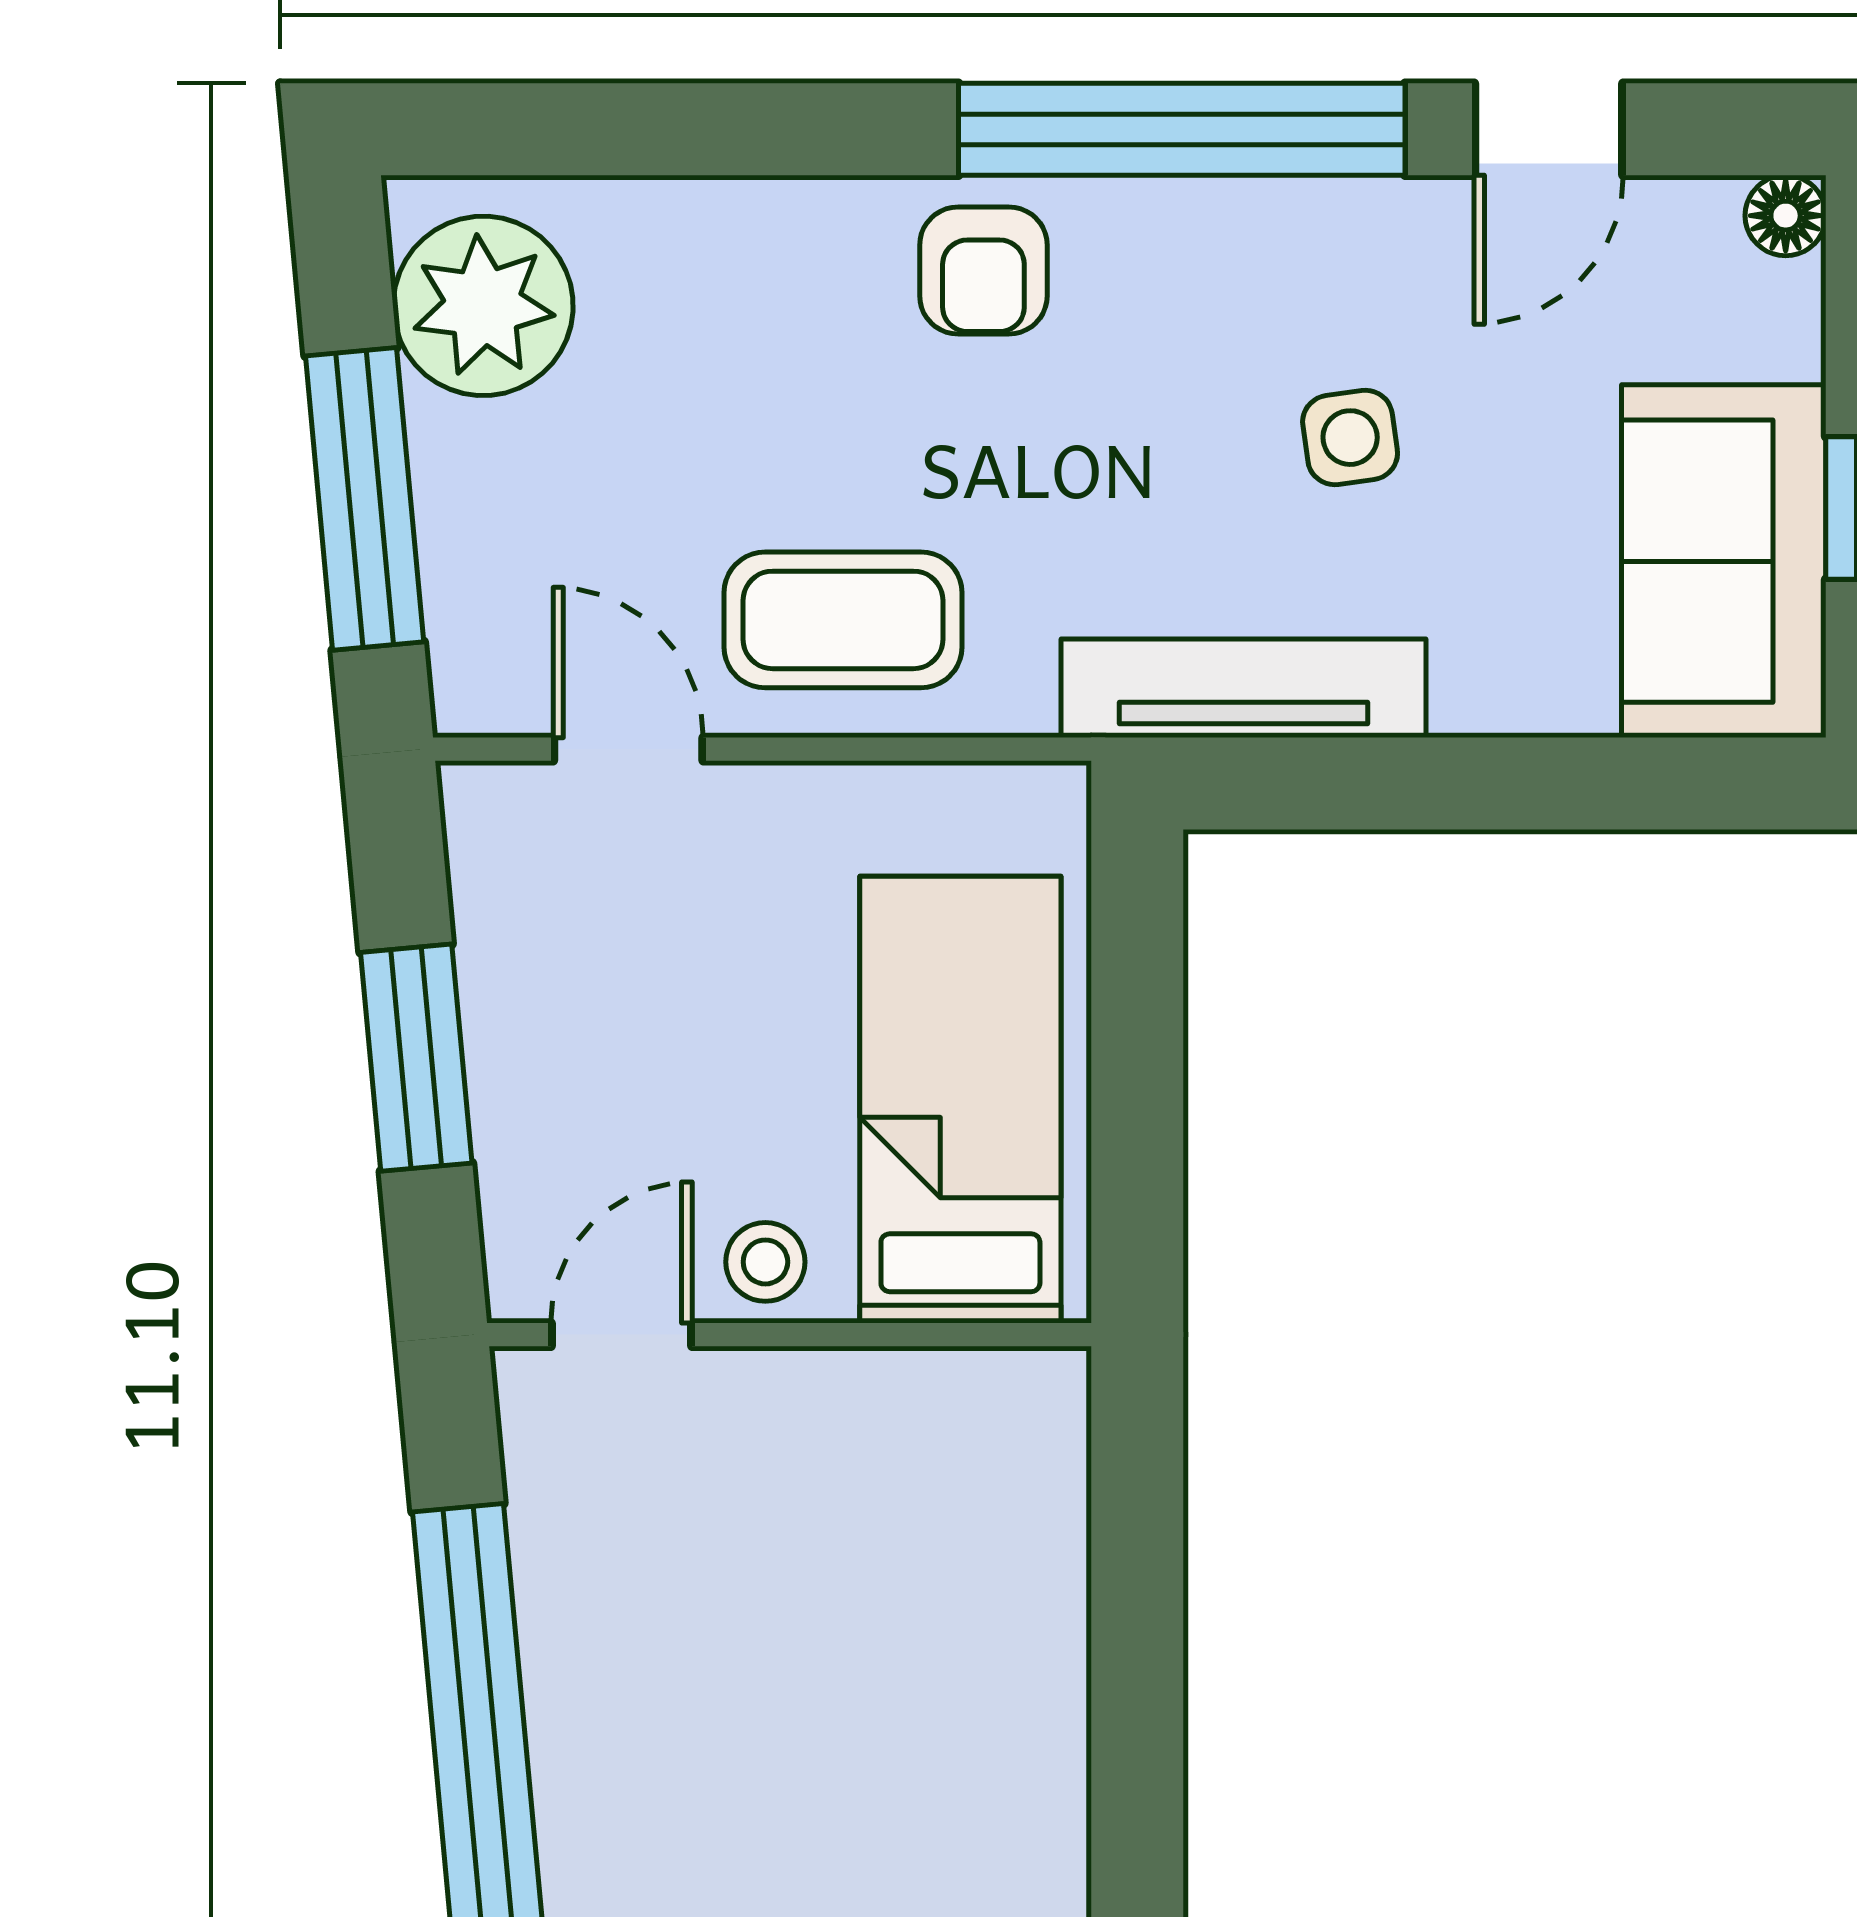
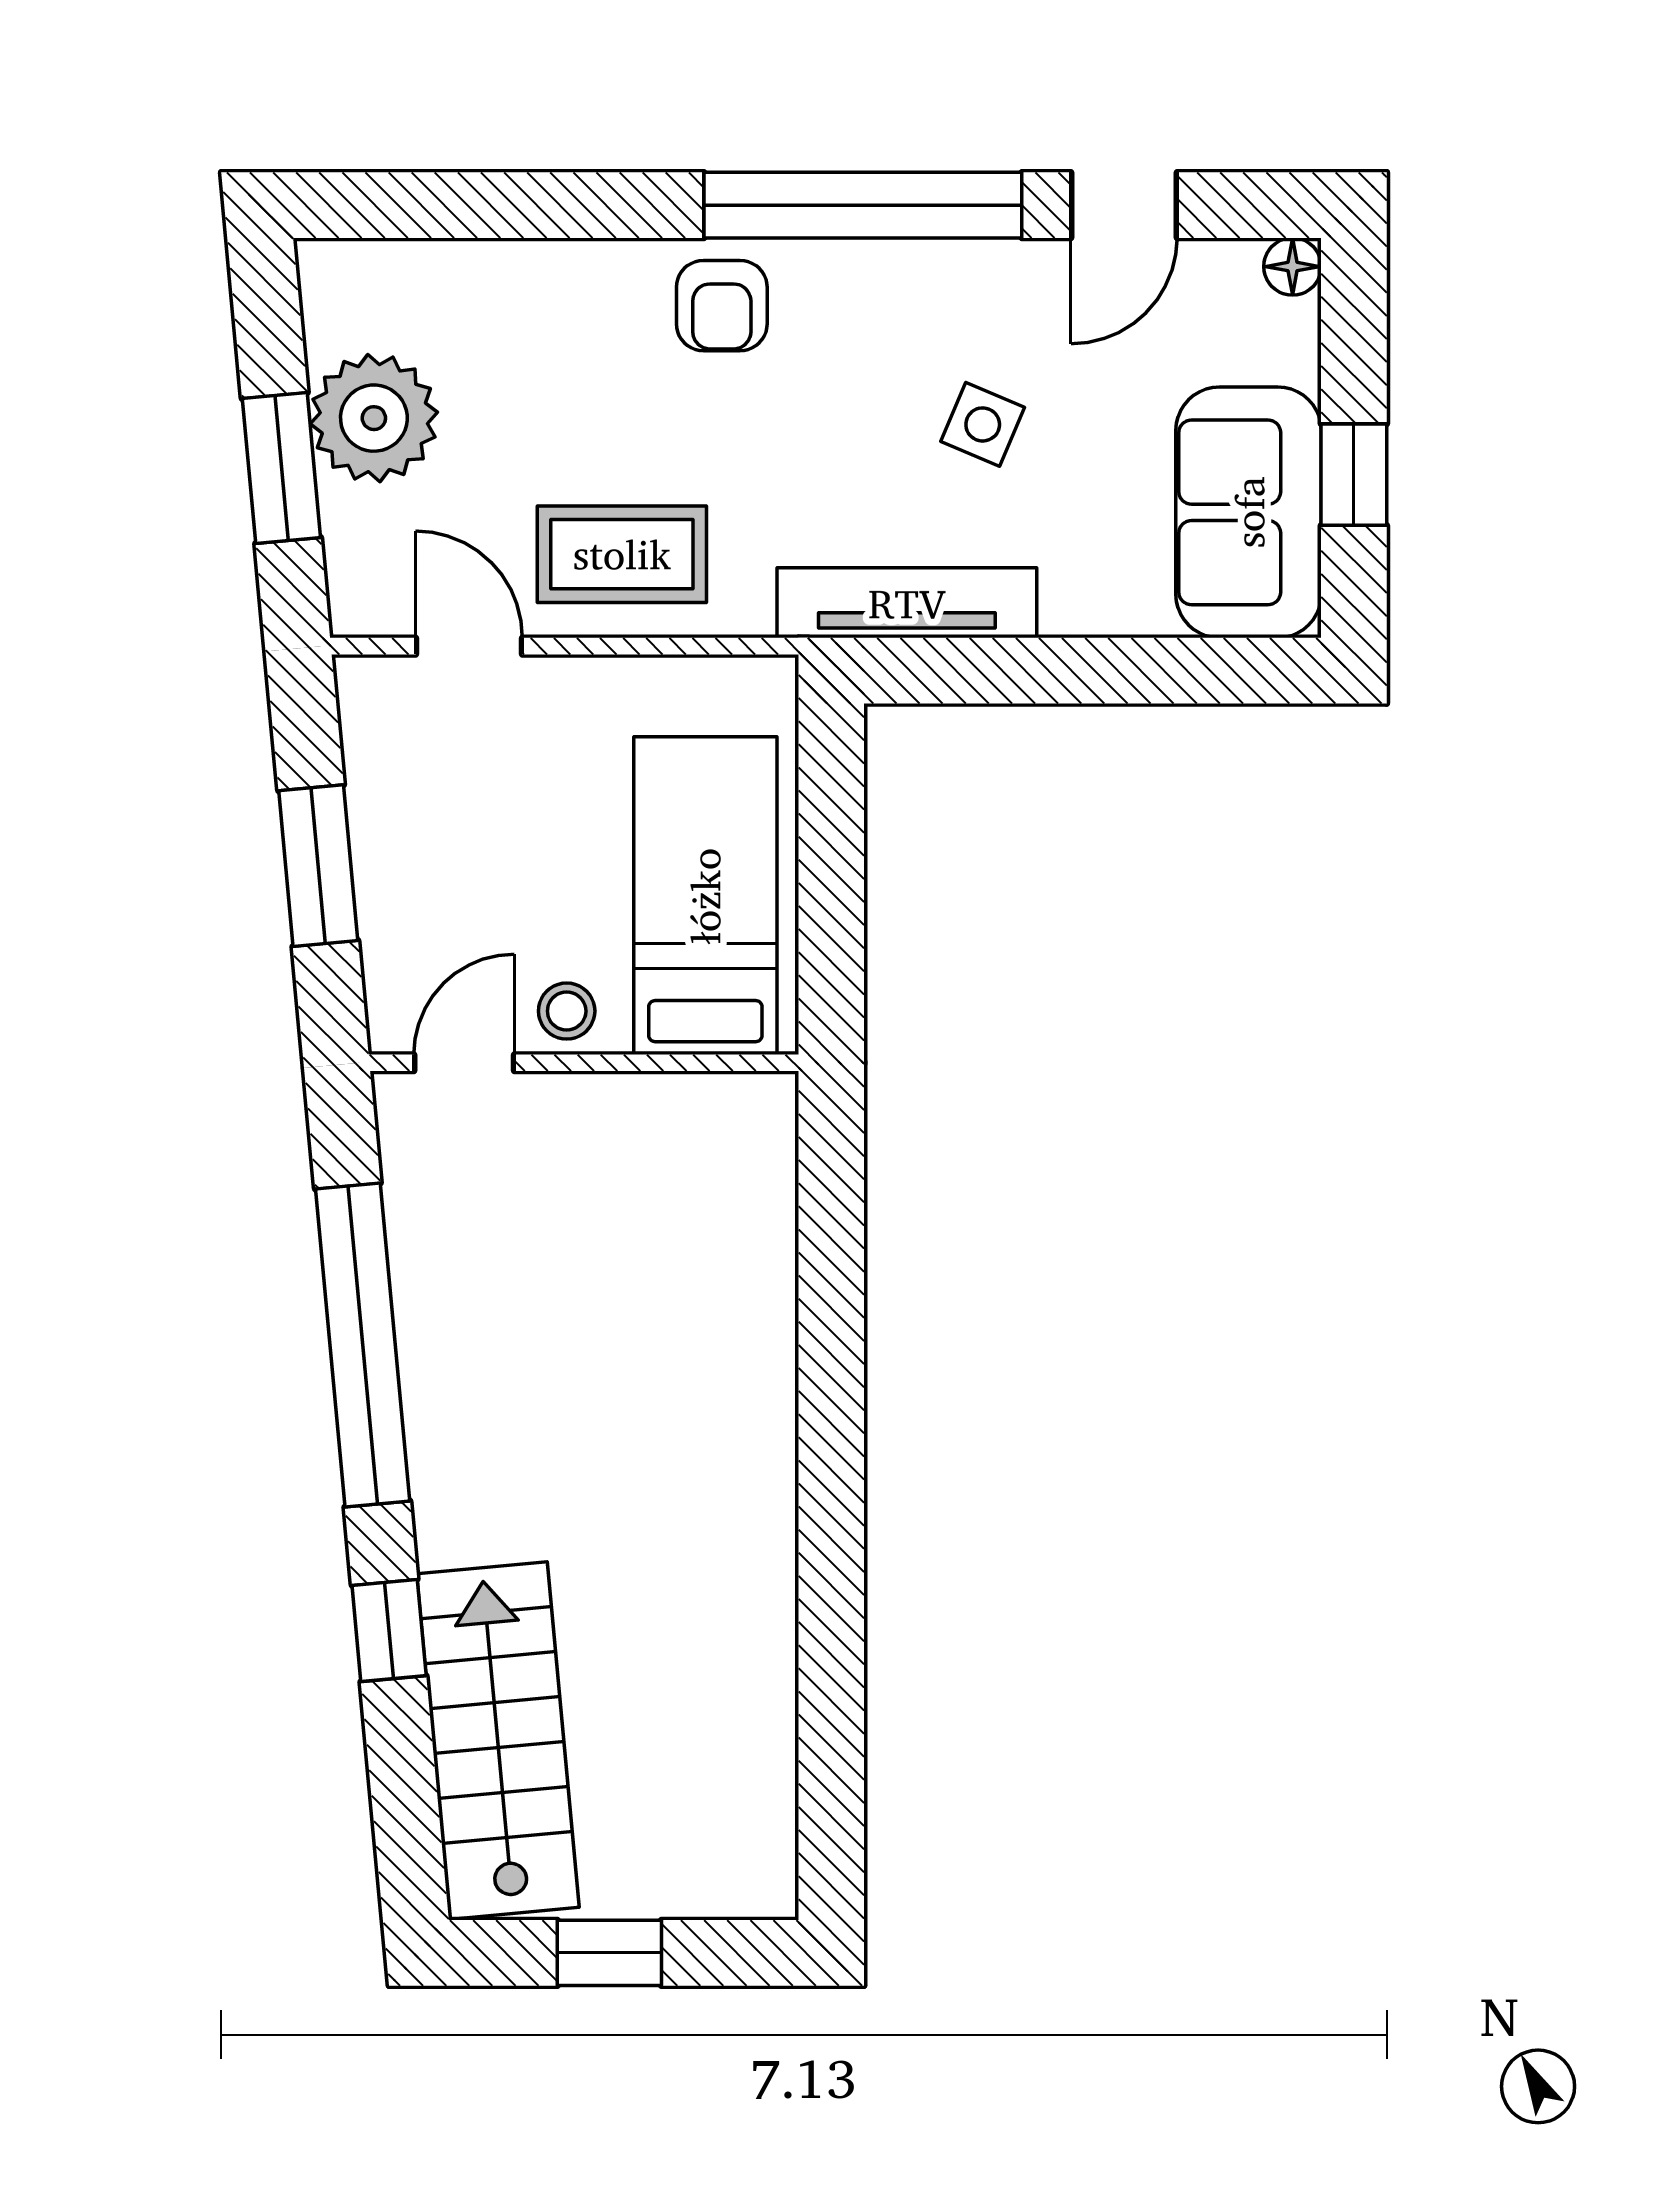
plant: (483, 306) -> (374, 418), moved
side table: (1350, 438) -> (983, 424), turned 31
window: (365, 499) -> (281, 468), width x0.69

